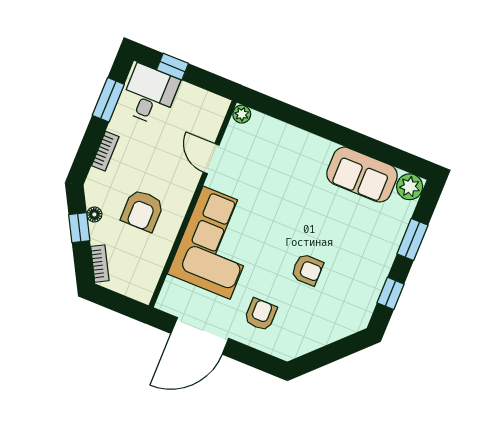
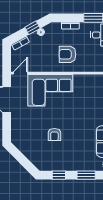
door: (211, 159) -> (20, 73), moved
armchair: (142, 211) -> (67, 54), moved
armchair: (261, 315) -> (27, 122), removed

